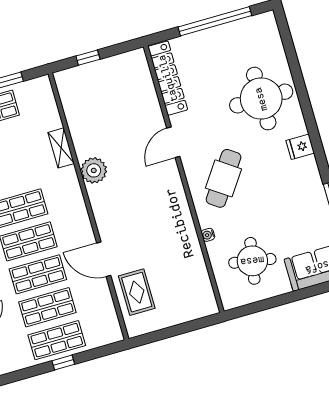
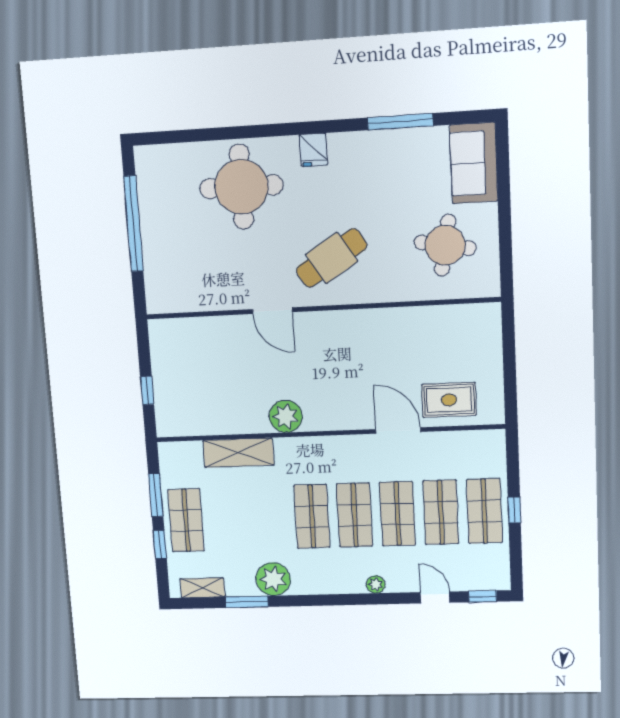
locker: (168, 78) -> (192, 299), removed
shelving: (61, 148) -> (238, 453), width x1.50, depth x1.33
cafe table: (224, 178) -> (332, 258), turned -67
water cooler: (208, 235) -> (398, 294), removed
door: (104, 259) -> (398, 431), swing flipped

